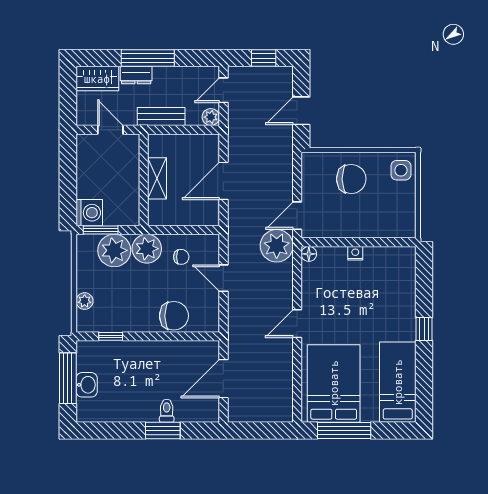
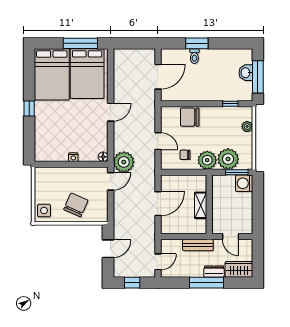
plant: (211, 117) -> (166, 245), removed
chair: (351, 179) -> (76, 205), turned 115
bed: (398, 382) -> (52, 74), width x1.50

